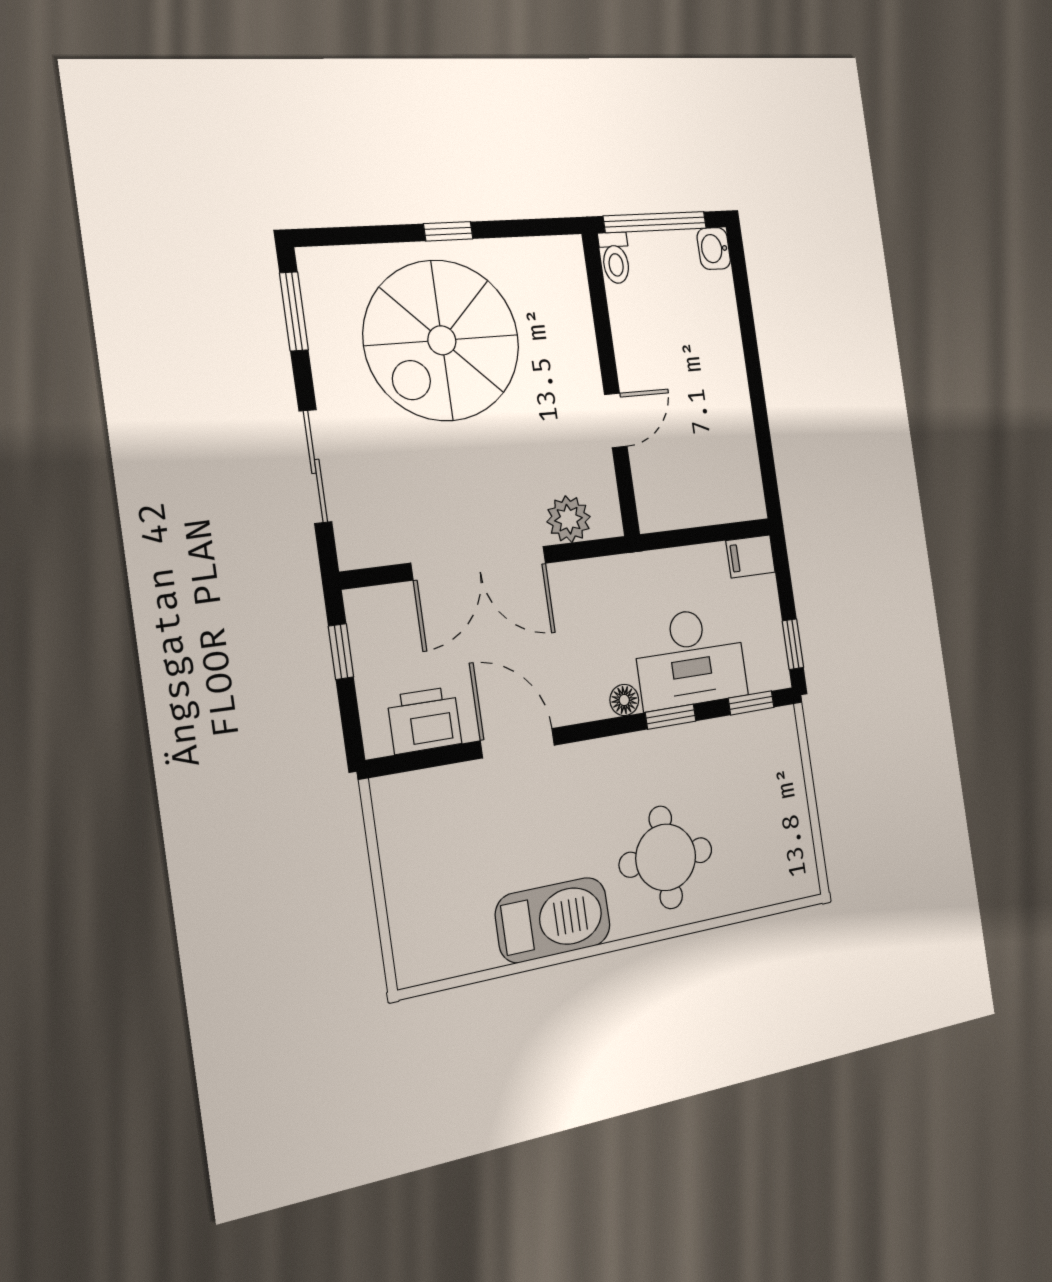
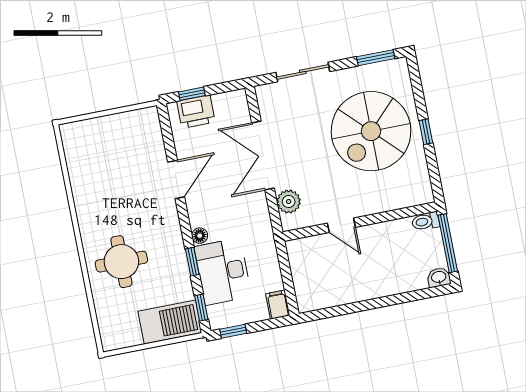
spiral stairs: (442, 340) -> (371, 131), turned -90
window: (341, 652) -> (192, 94), moved
printer: (424, 720) -> (196, 112), moved, turned 90
barbecue: (553, 920) -> (170, 322), moved, turned -90

